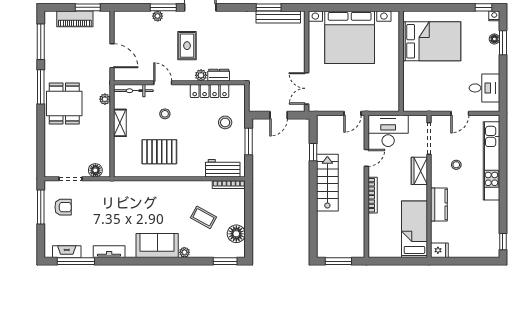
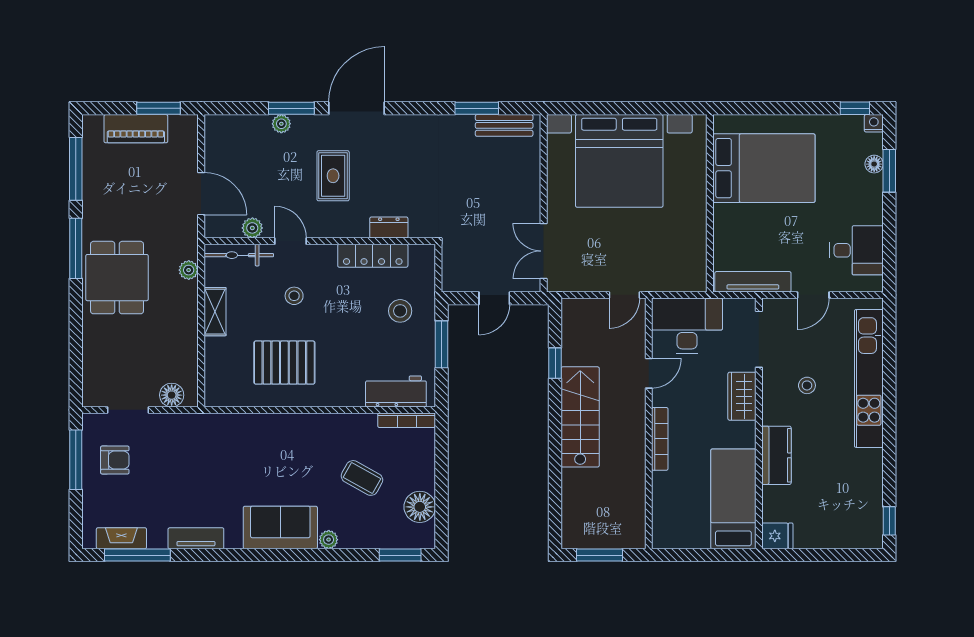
bench: (278, 17) -> (504, 125), width x0.73
plant: (201, 75) -> (252, 228), moved
tv unit: (426, 106) -> (753, 282), added

